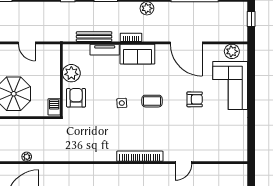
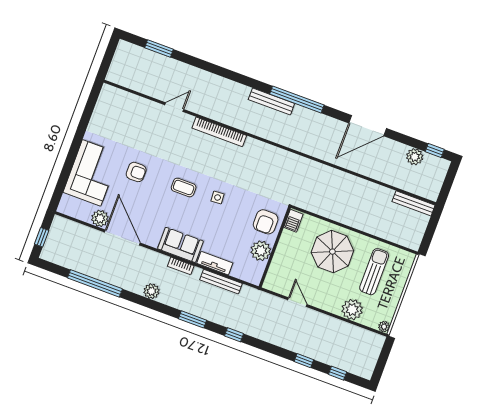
plant: (232, 51) -> (100, 218), moved
armchair: (195, 99) -> (136, 172), turned 180
plant: (27, 157) -> (344, 177), removed

